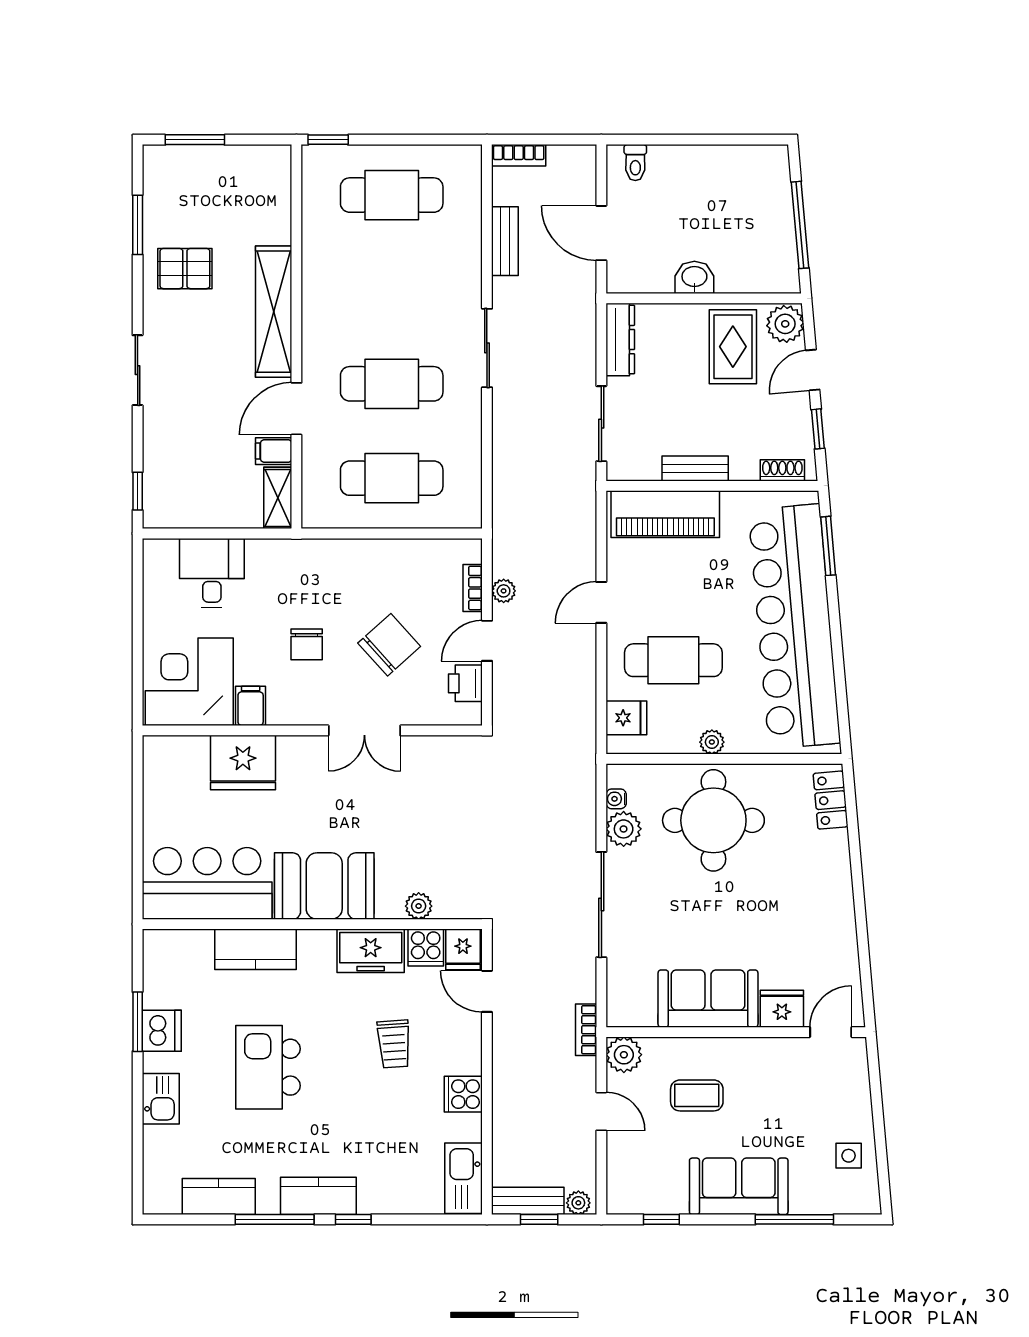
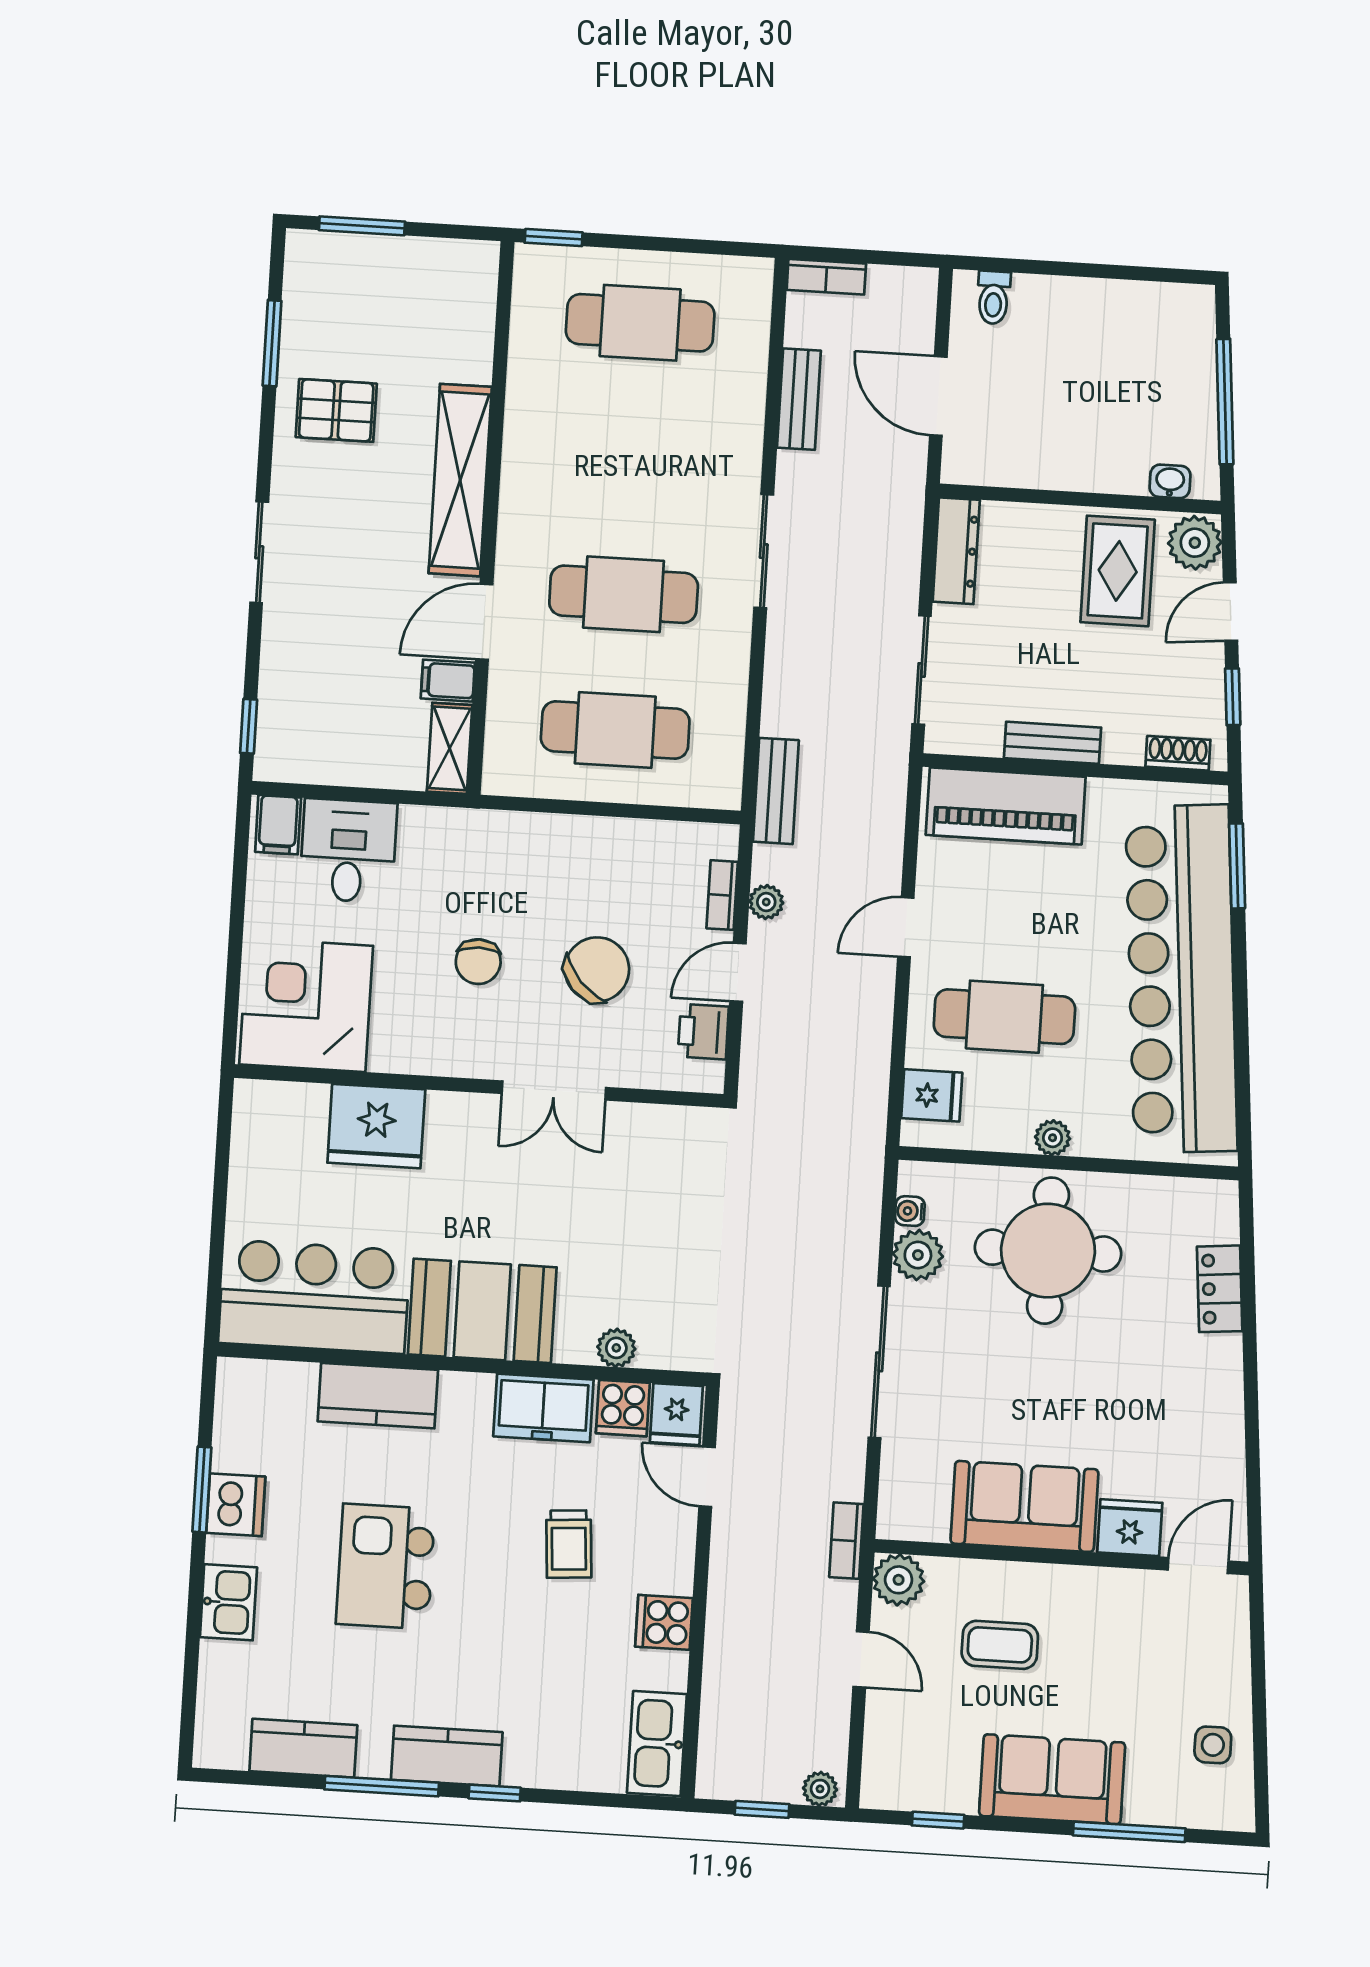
washbasin: (694, 277) -> (1170, 481), moved, width x0.72, depth x0.69
filing cabinet: (251, 706) -> (278, 825), moved, turned 180
locker: (831, 800) -> (1220, 1289), moved
bench: (528, 1201) -> (776, 791), moved, turned 90

